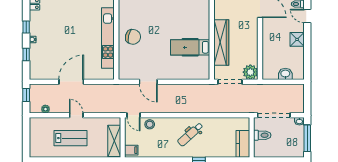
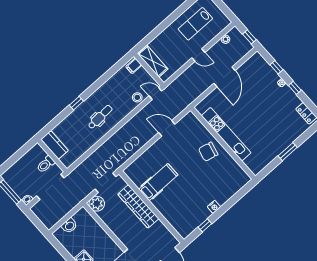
dental chair: (190, 134) -> (100, 117), turned 39
lab bench: (71, 138) -> (195, 24), moved

